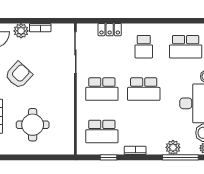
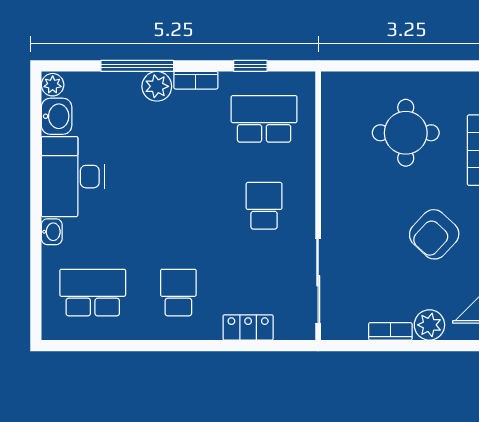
school desk: (102, 89) -> (264, 206), width x0.54
school desk: (144, 89) -> (178, 206), removed
plant: (173, 147) -> (157, 86), moved
window: (180, 157) -> (137, 66), moved

